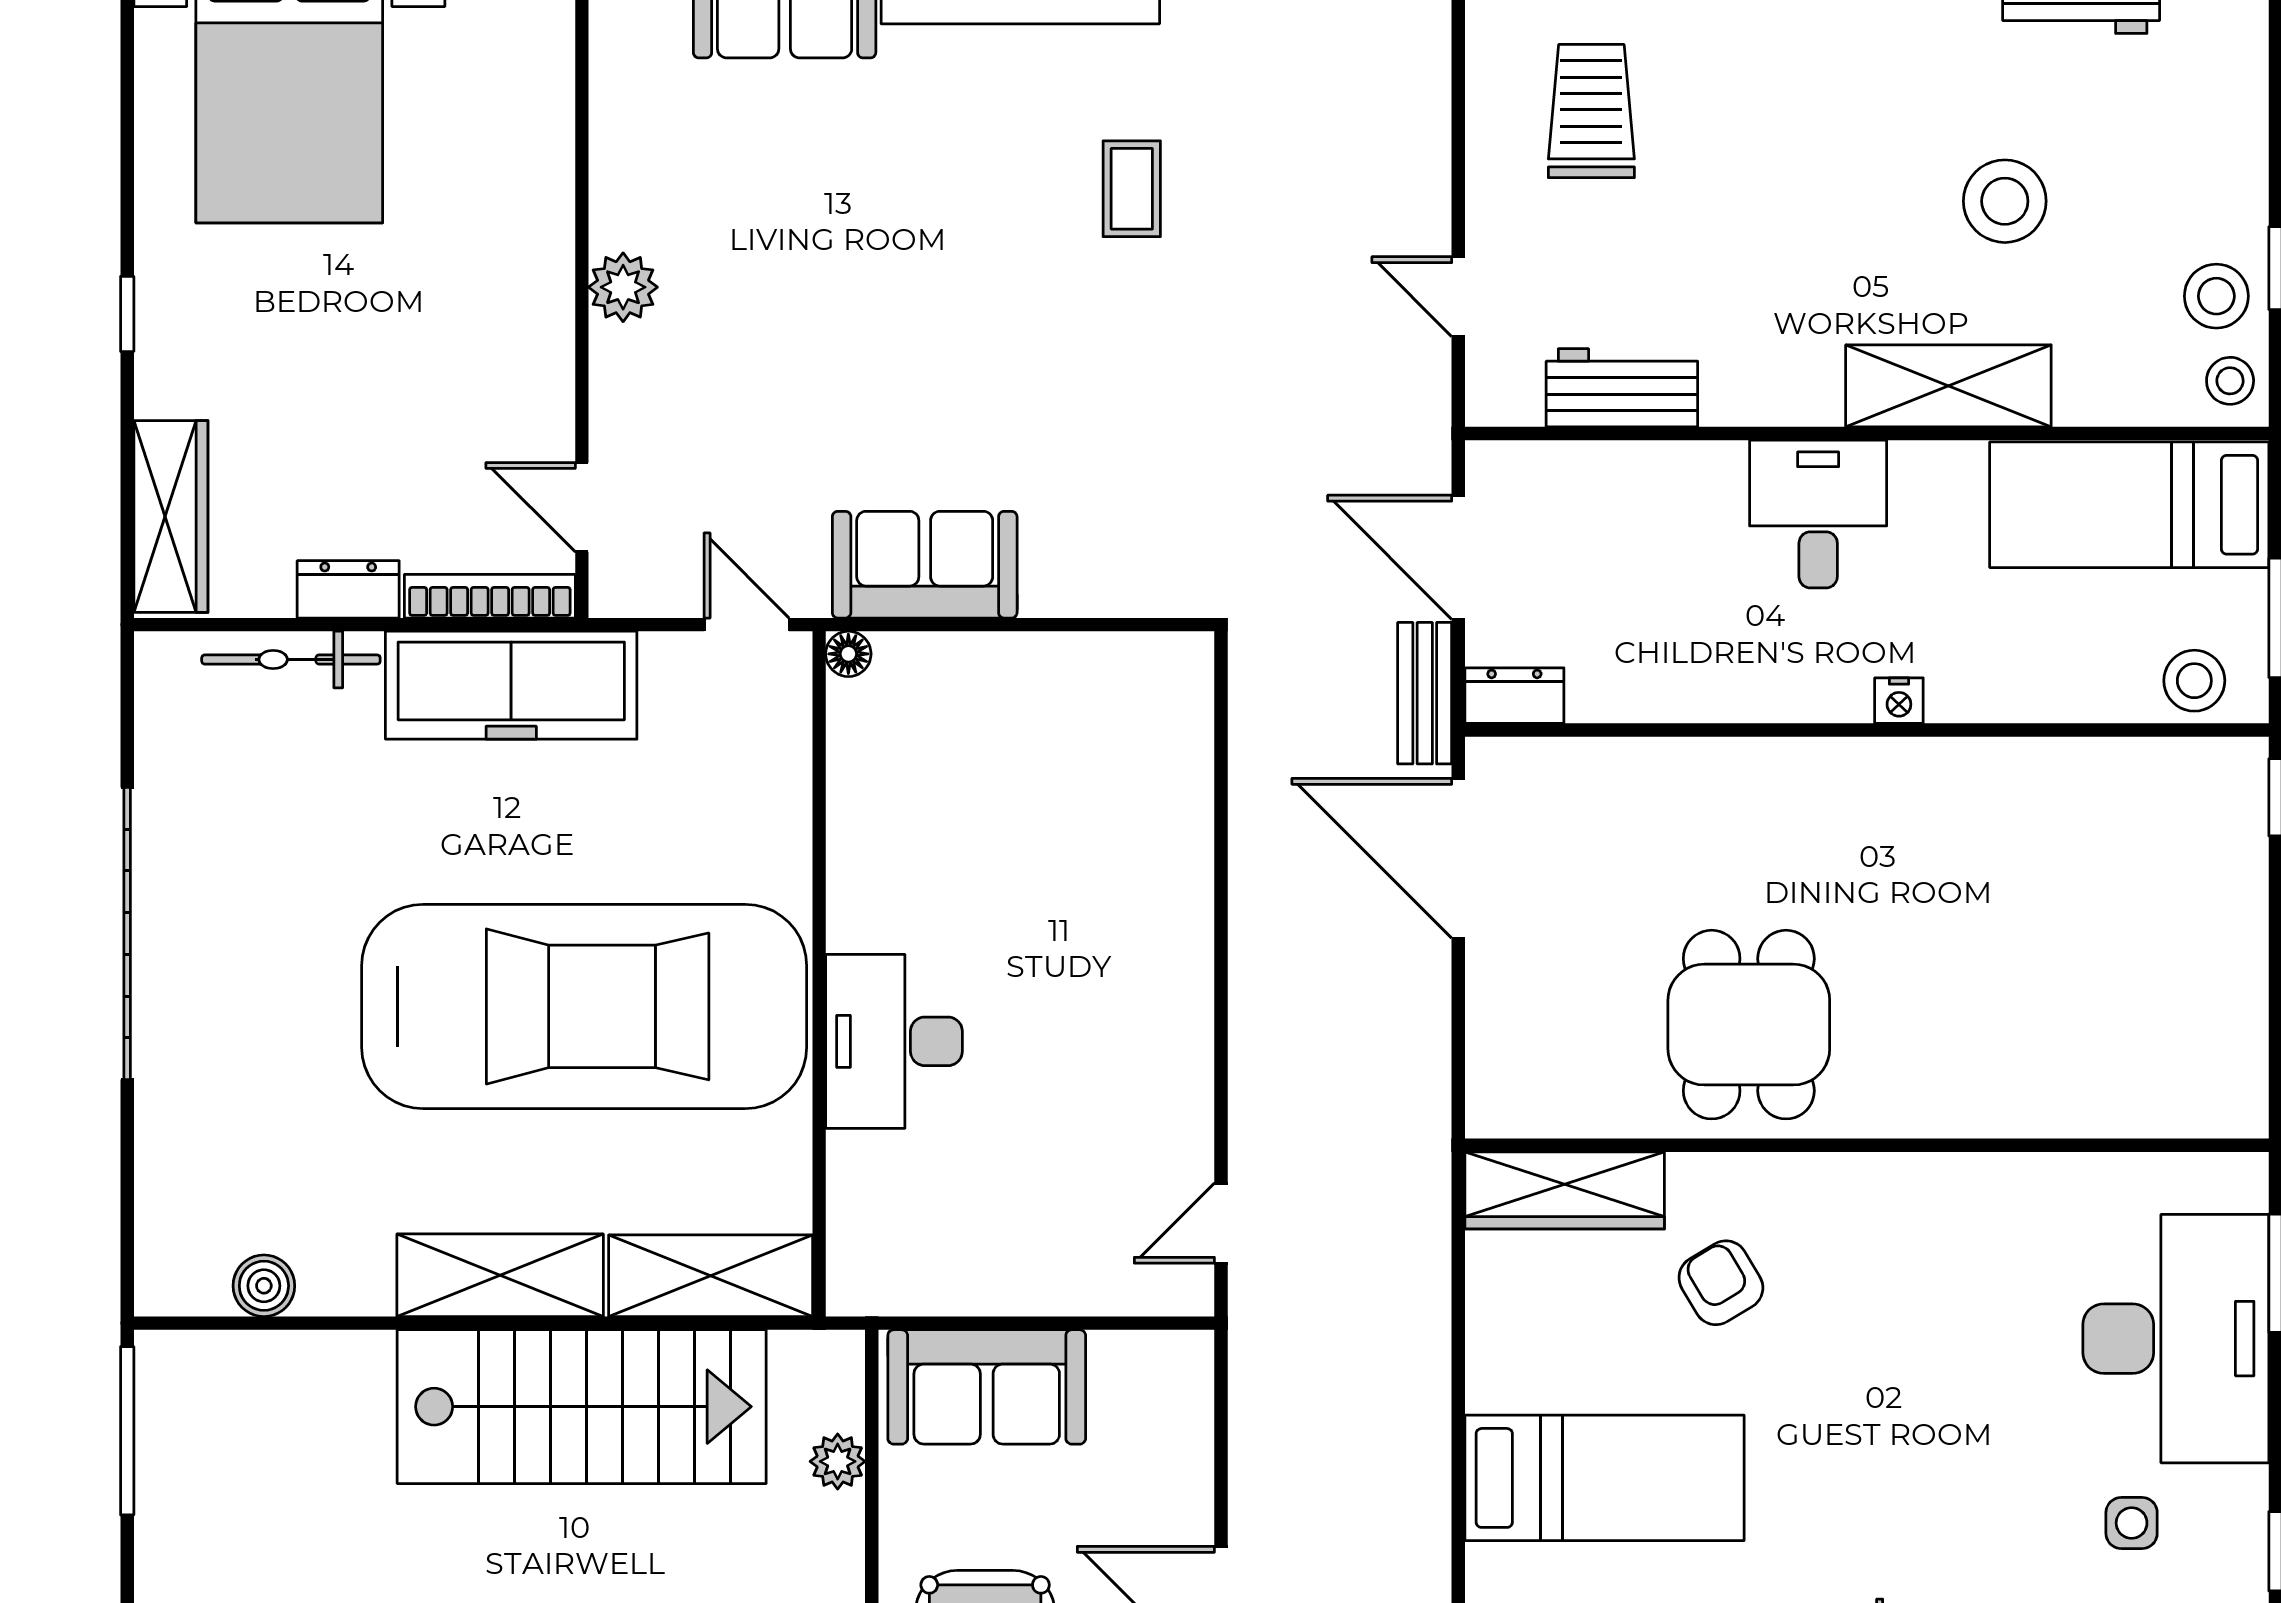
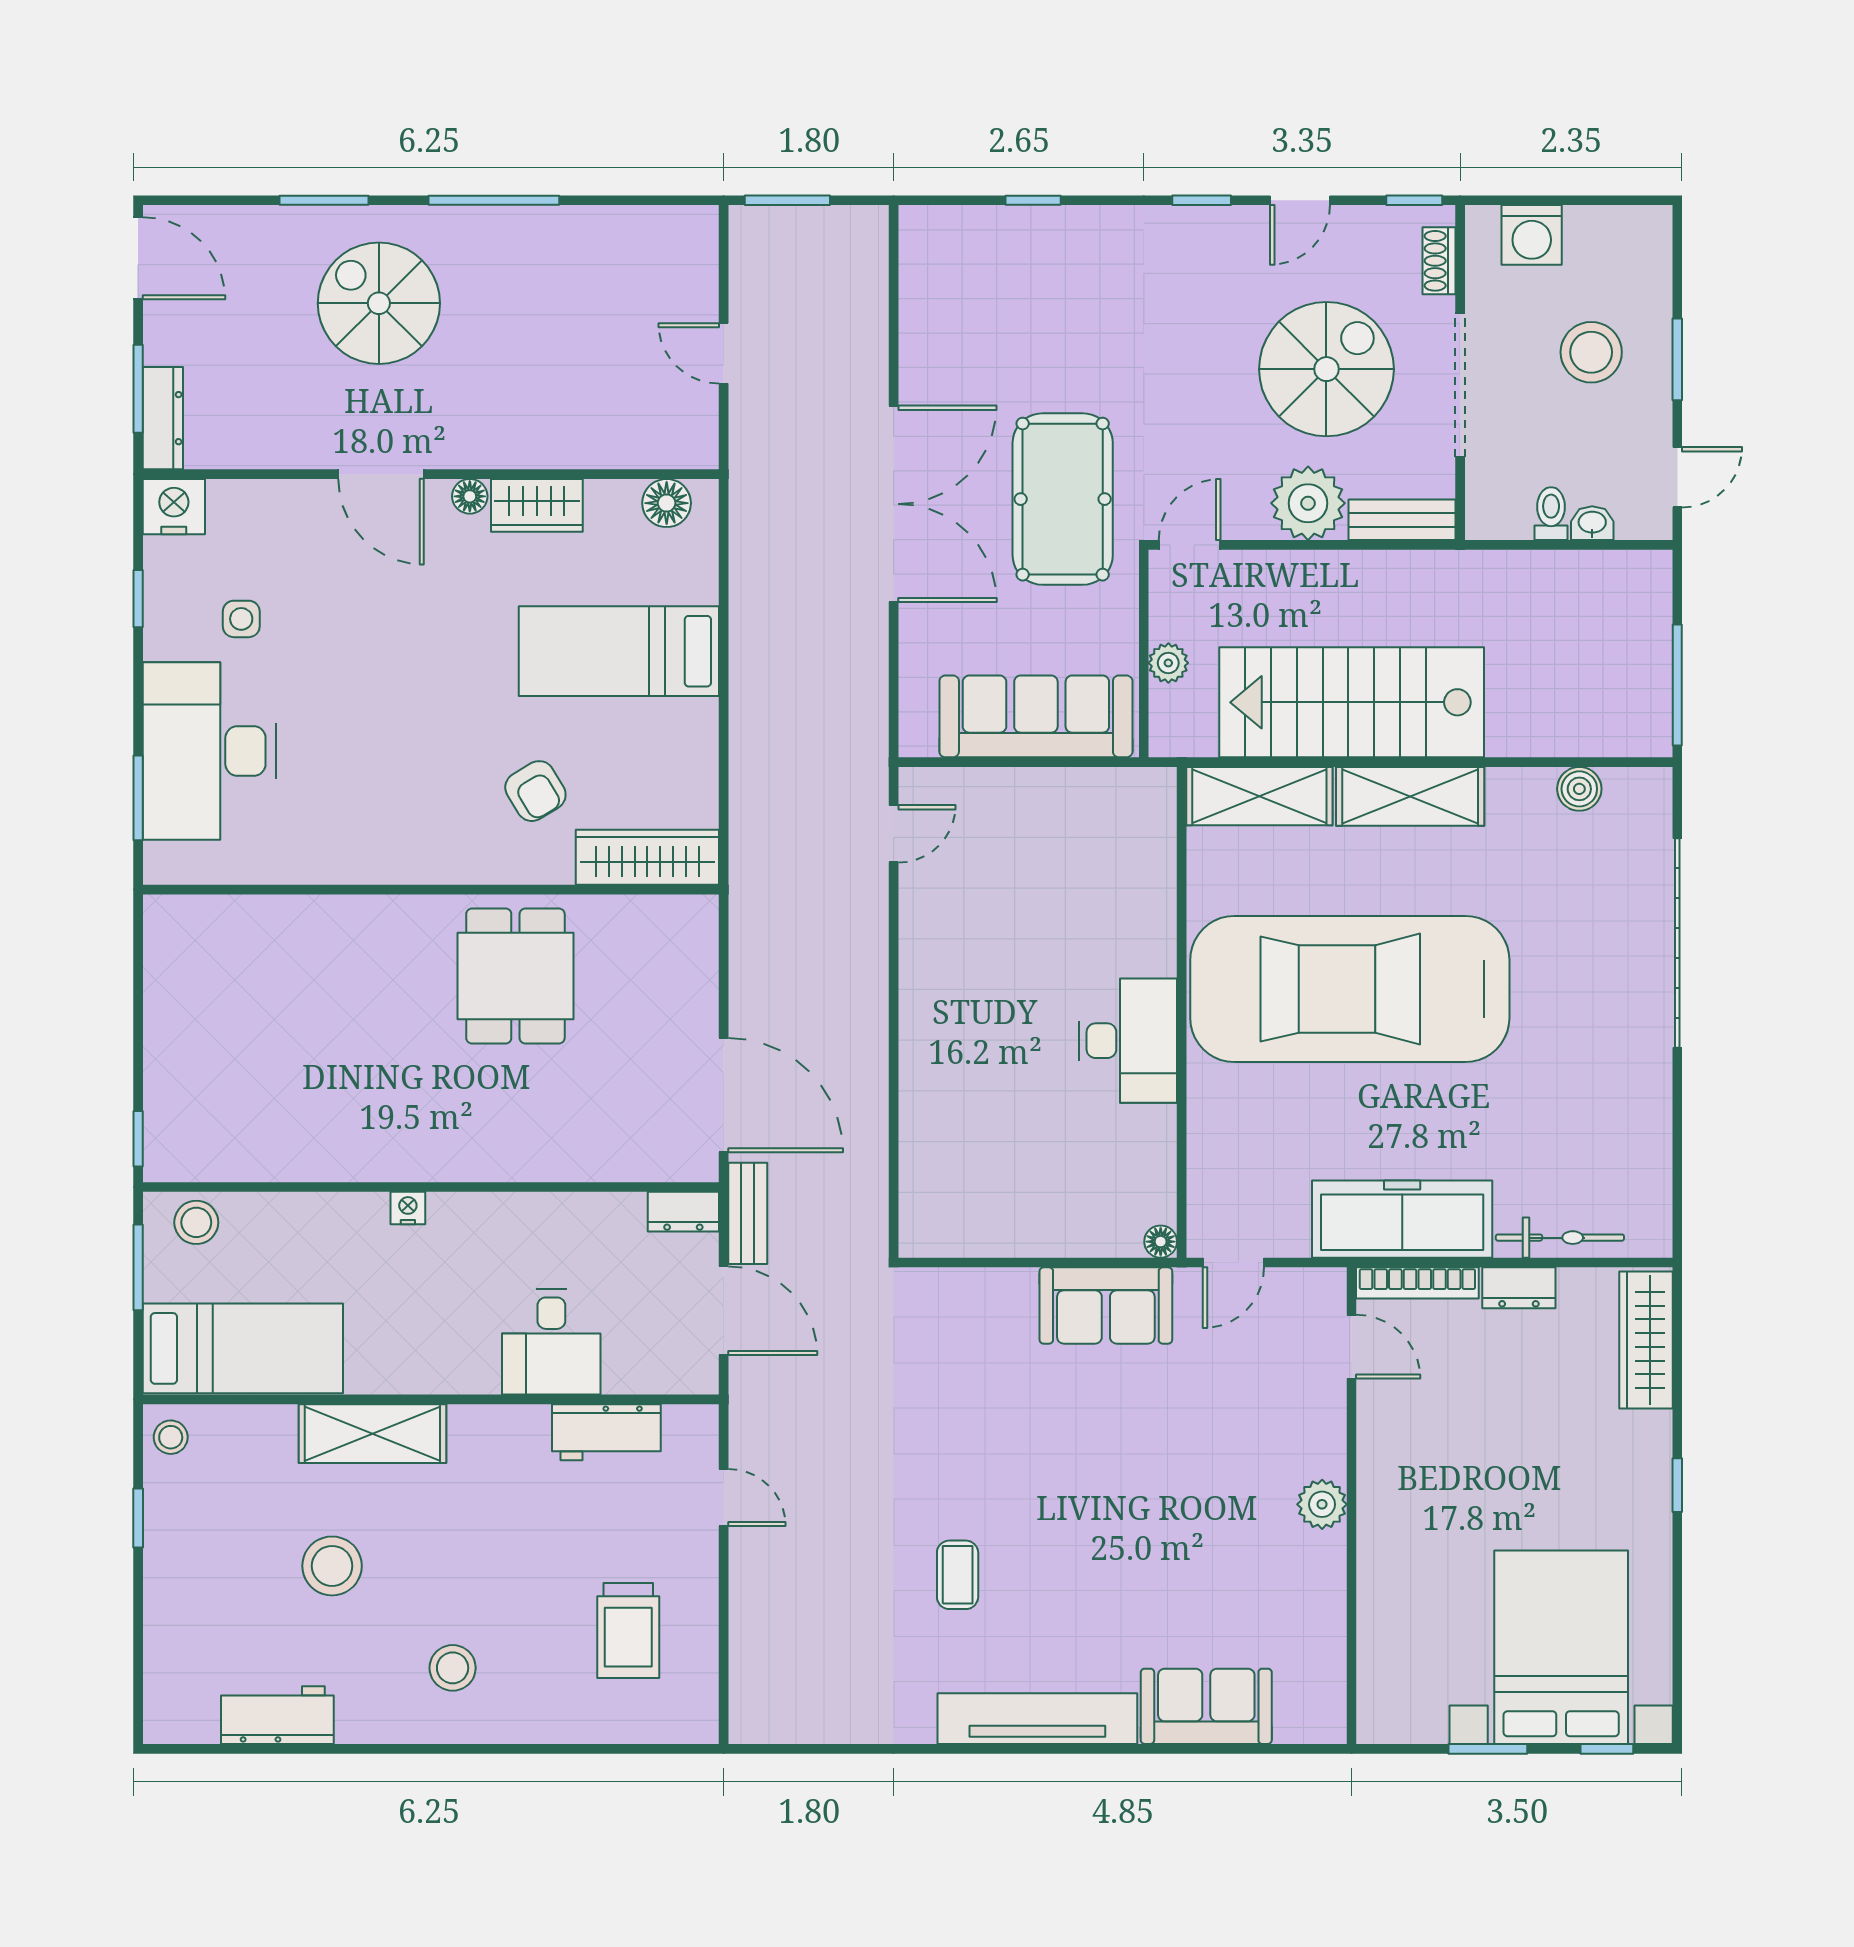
stool: (2216, 296) -> (453, 1668), moved
desk: (1818, 514) -> (551, 1342), moved
door: (747, 625) -> (1233, 1263), hinge flipped
garage door: (127, 933) -> (1677, 943), moved
desk: (894, 1041) -> (1128, 1041), moved
sofa: (987, 1387) -> (1036, 716), width x1.36

